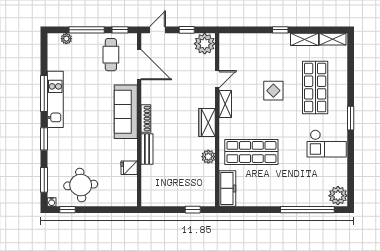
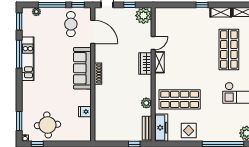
display table: (273, 91) -> (189, 131), moved
wardrobe: (207, 123) -> (145, 63), moved
window: (44, 139) -> (19, 21), moved
bench: (147, 149) -> (147, 128), moved

